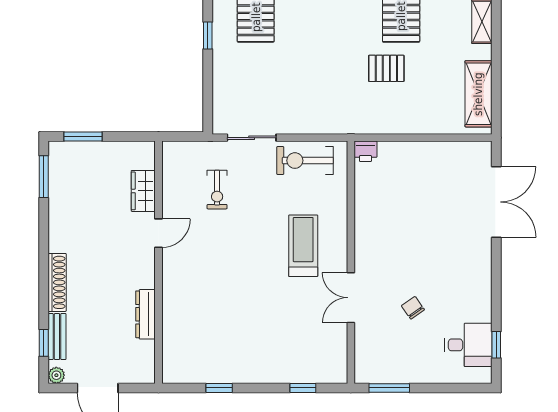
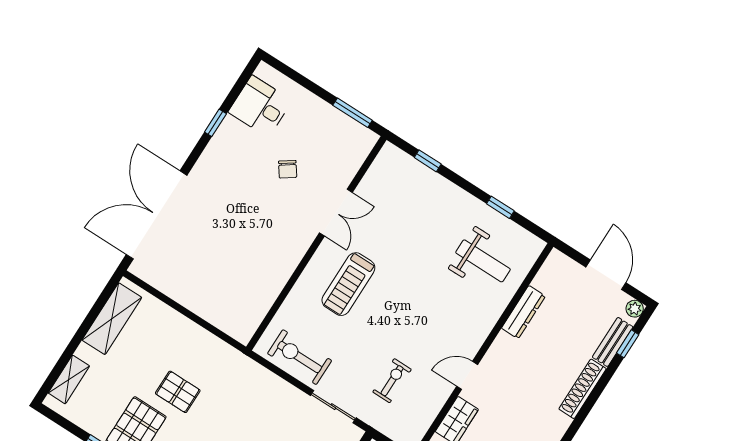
printer: (365, 151) -> (242, 332), removed
exercise bike: (305, 161) -> (300, 357), turned 180
double door: (496, 202) -> (157, 215), width x1.36
weight bench: (205, 335) -> (483, 261), added
window: (496, 345) -> (215, 123), moved

